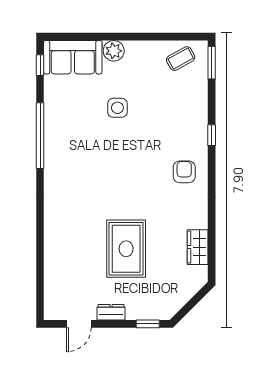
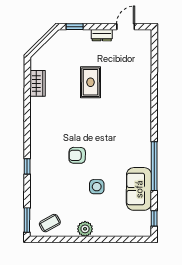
plant: (114, 51) -> (85, 229), moved
sofa: (73, 57) -> (139, 189), moved, turned -90
armchair: (184, 172) -> (77, 155), moved, turned 90
rug: (126, 249) -> (91, 82), width x0.73, depth x0.70

